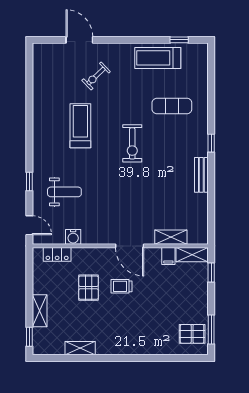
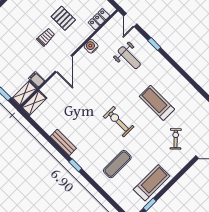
treadmill: (80, 126) -> (157, 103), turned 180
weight bench: (64, 192) -> (129, 58), turned -90
door: (29, 225) -> (130, 20), hinge flipped
water cooler: (73, 237) -> (91, 46), moved
shelving: (171, 237) -> (34, 103), moved
door: (130, 246) -> (64, 64), swing flipped

